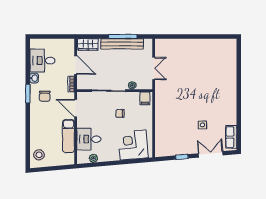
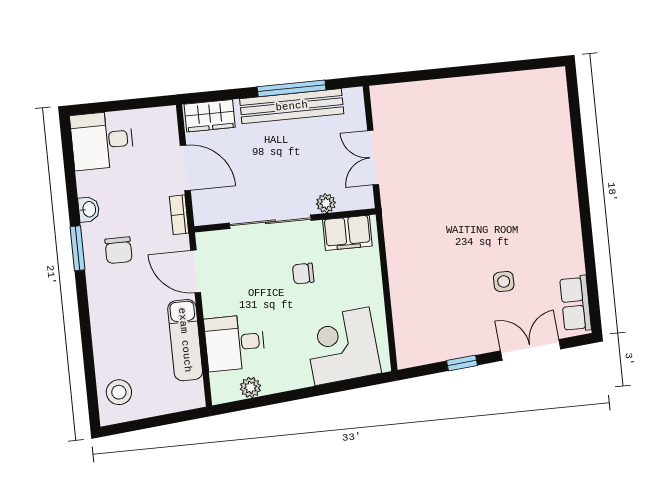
desk: (42, 61) -> (102, 140), moved
double door: (154, 68) -> (373, 158), swing flipped
filing cabinet: (145, 98) -> (347, 233), width x2.00

